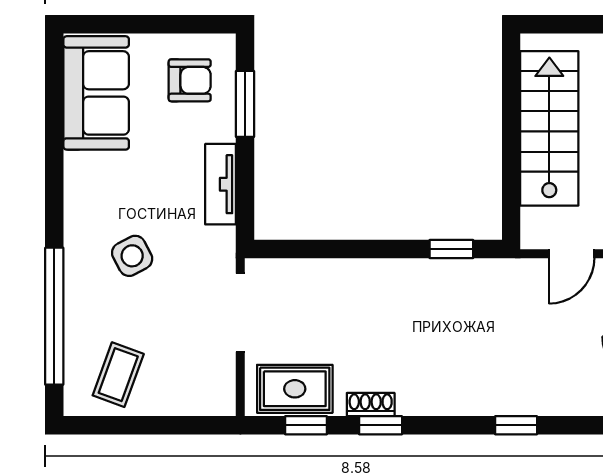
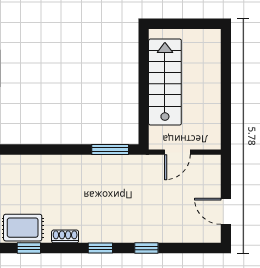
window: (451, 249) -> (110, 149), width x1.50
window: (381, 425) -> (100, 248), moved

